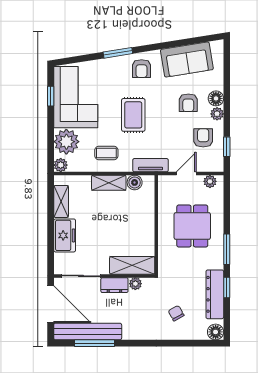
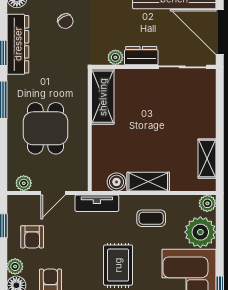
freezer: (65, 235) -> (203, 117), removed
shelving: (132, 265) -> (103, 97), moved, turned 90

